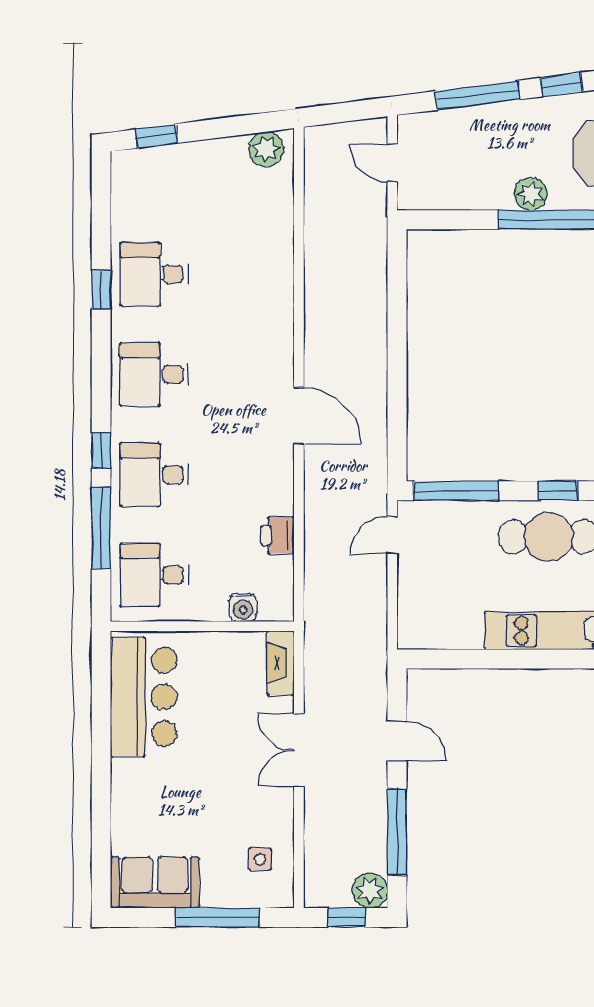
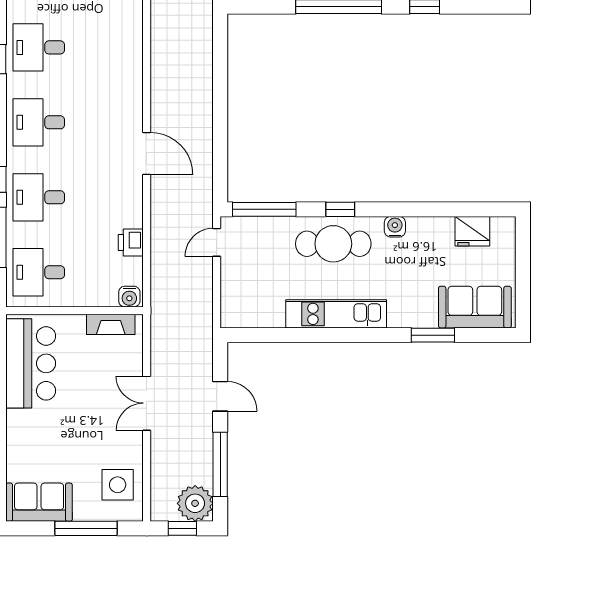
water cooler: (243, 608) -> (129, 297), moved
fireplace: (280, 663) -> (111, 324), moved, turned -90
side table: (260, 859) -> (118, 485), width x1.87, depth x1.87
plant: (370, 890) -> (195, 503), width x1.36, depth x1.36

